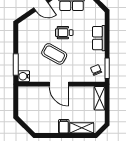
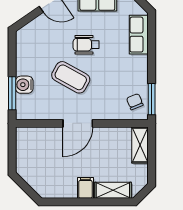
row of seats: (99, 38) -> (139, 35), moved
water cooler: (24, 76) -> (24, 85), moved
door: (59, 84) -> (78, 123), hinge flipped

